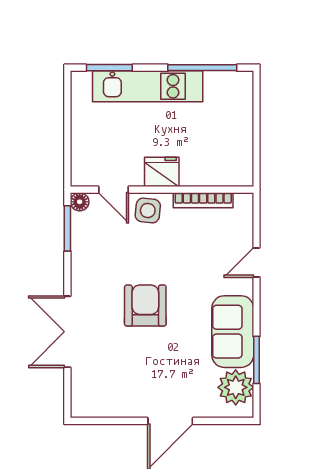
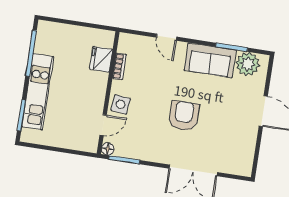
fridge: (162, 172) -> (101, 59), moved
bookcase: (203, 200) -> (119, 66), width x0.64
armchair: (145, 306) -> (184, 116), turned 90

